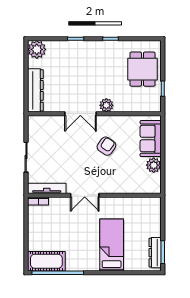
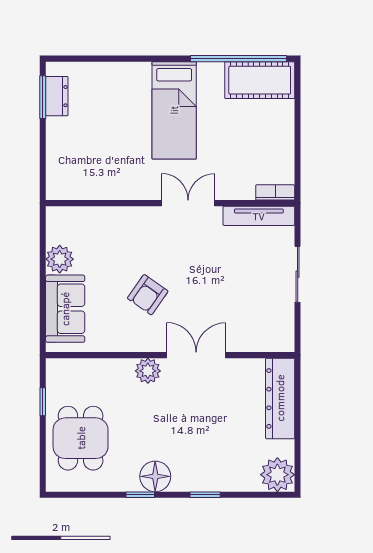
floor lamp: (102, 49) -> (155, 476), added
bed: (112, 245) -> (174, 110), moved
dresser: (155, 253) -> (57, 96), width x0.70

